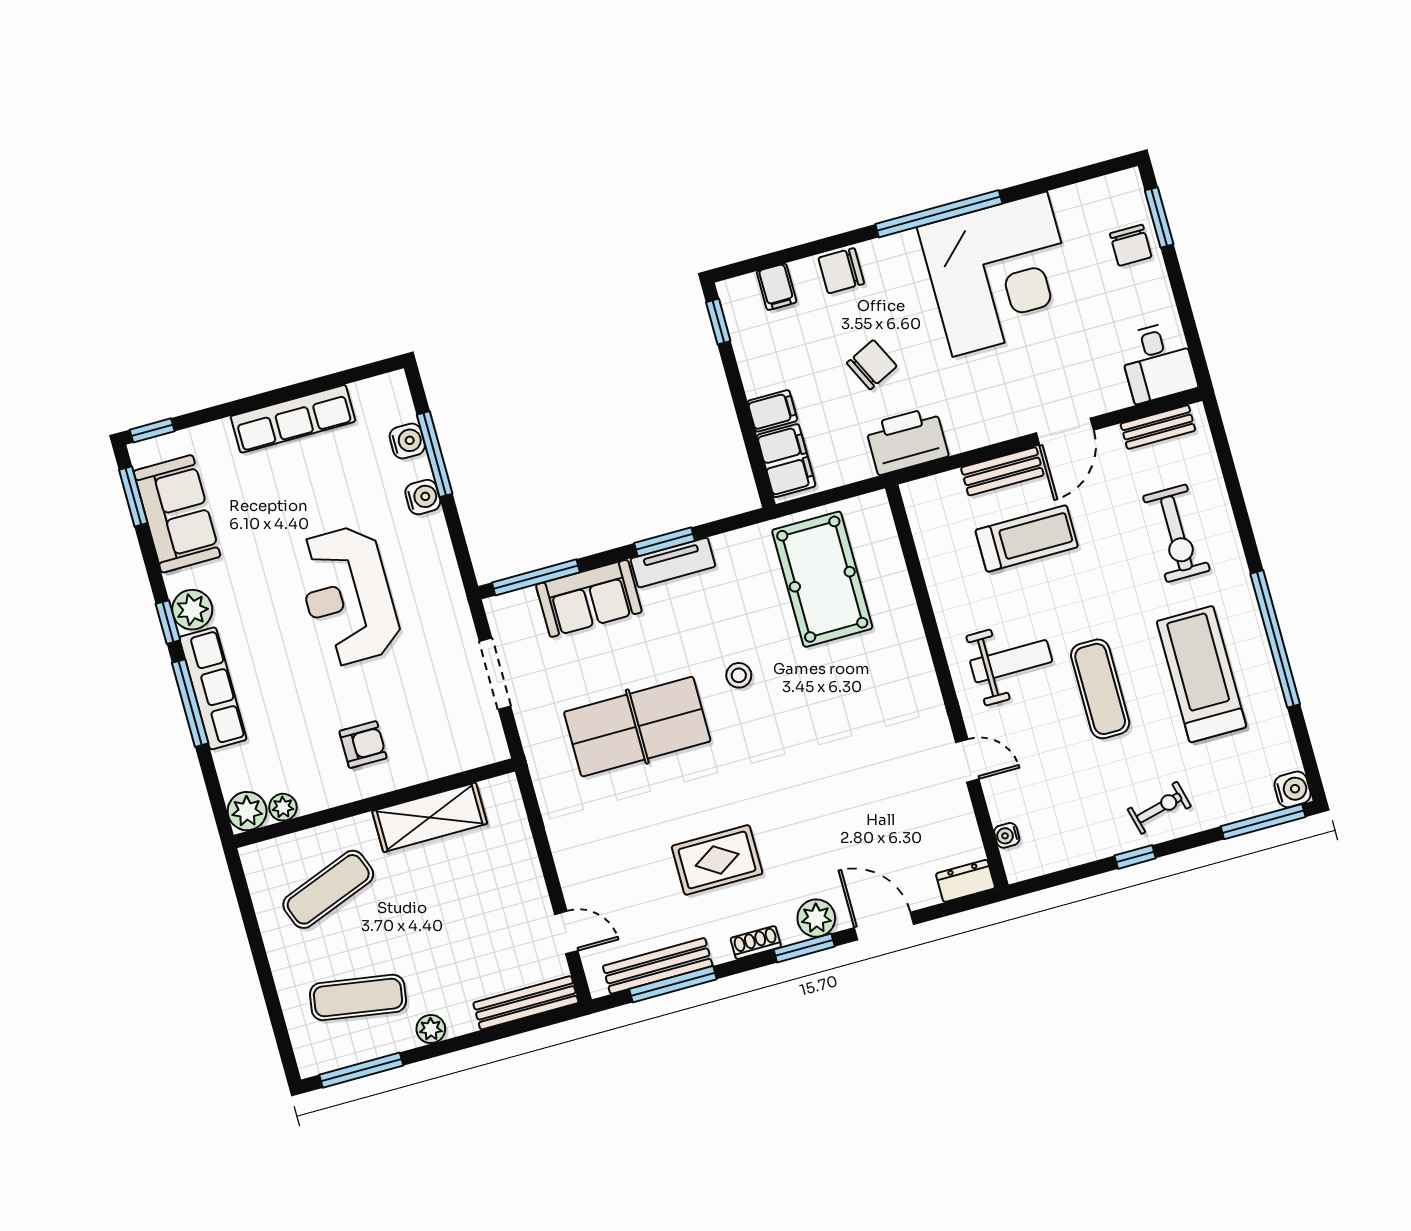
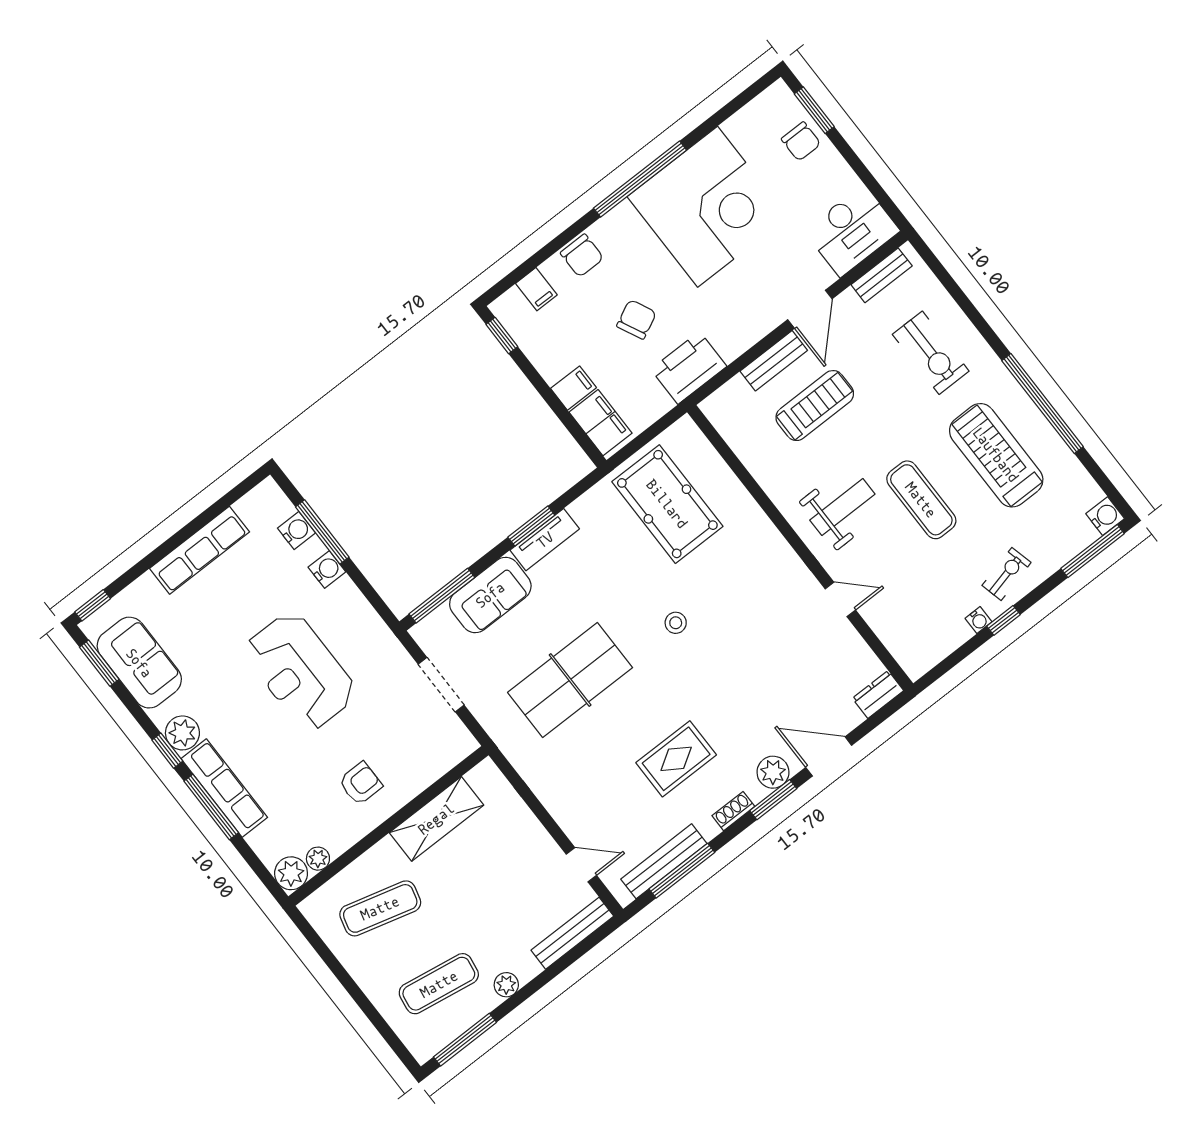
chair: (841, 271) -> (582, 256), turned -90
desk: (1158, 362) -> (852, 231), width x1.37
stool: (739, 675) -> (676, 623), moved
water cooler: (1007, 835) -> (979, 620), moved, turned -90
exercise mat: (328, 889) -> (380, 908), turned 36

